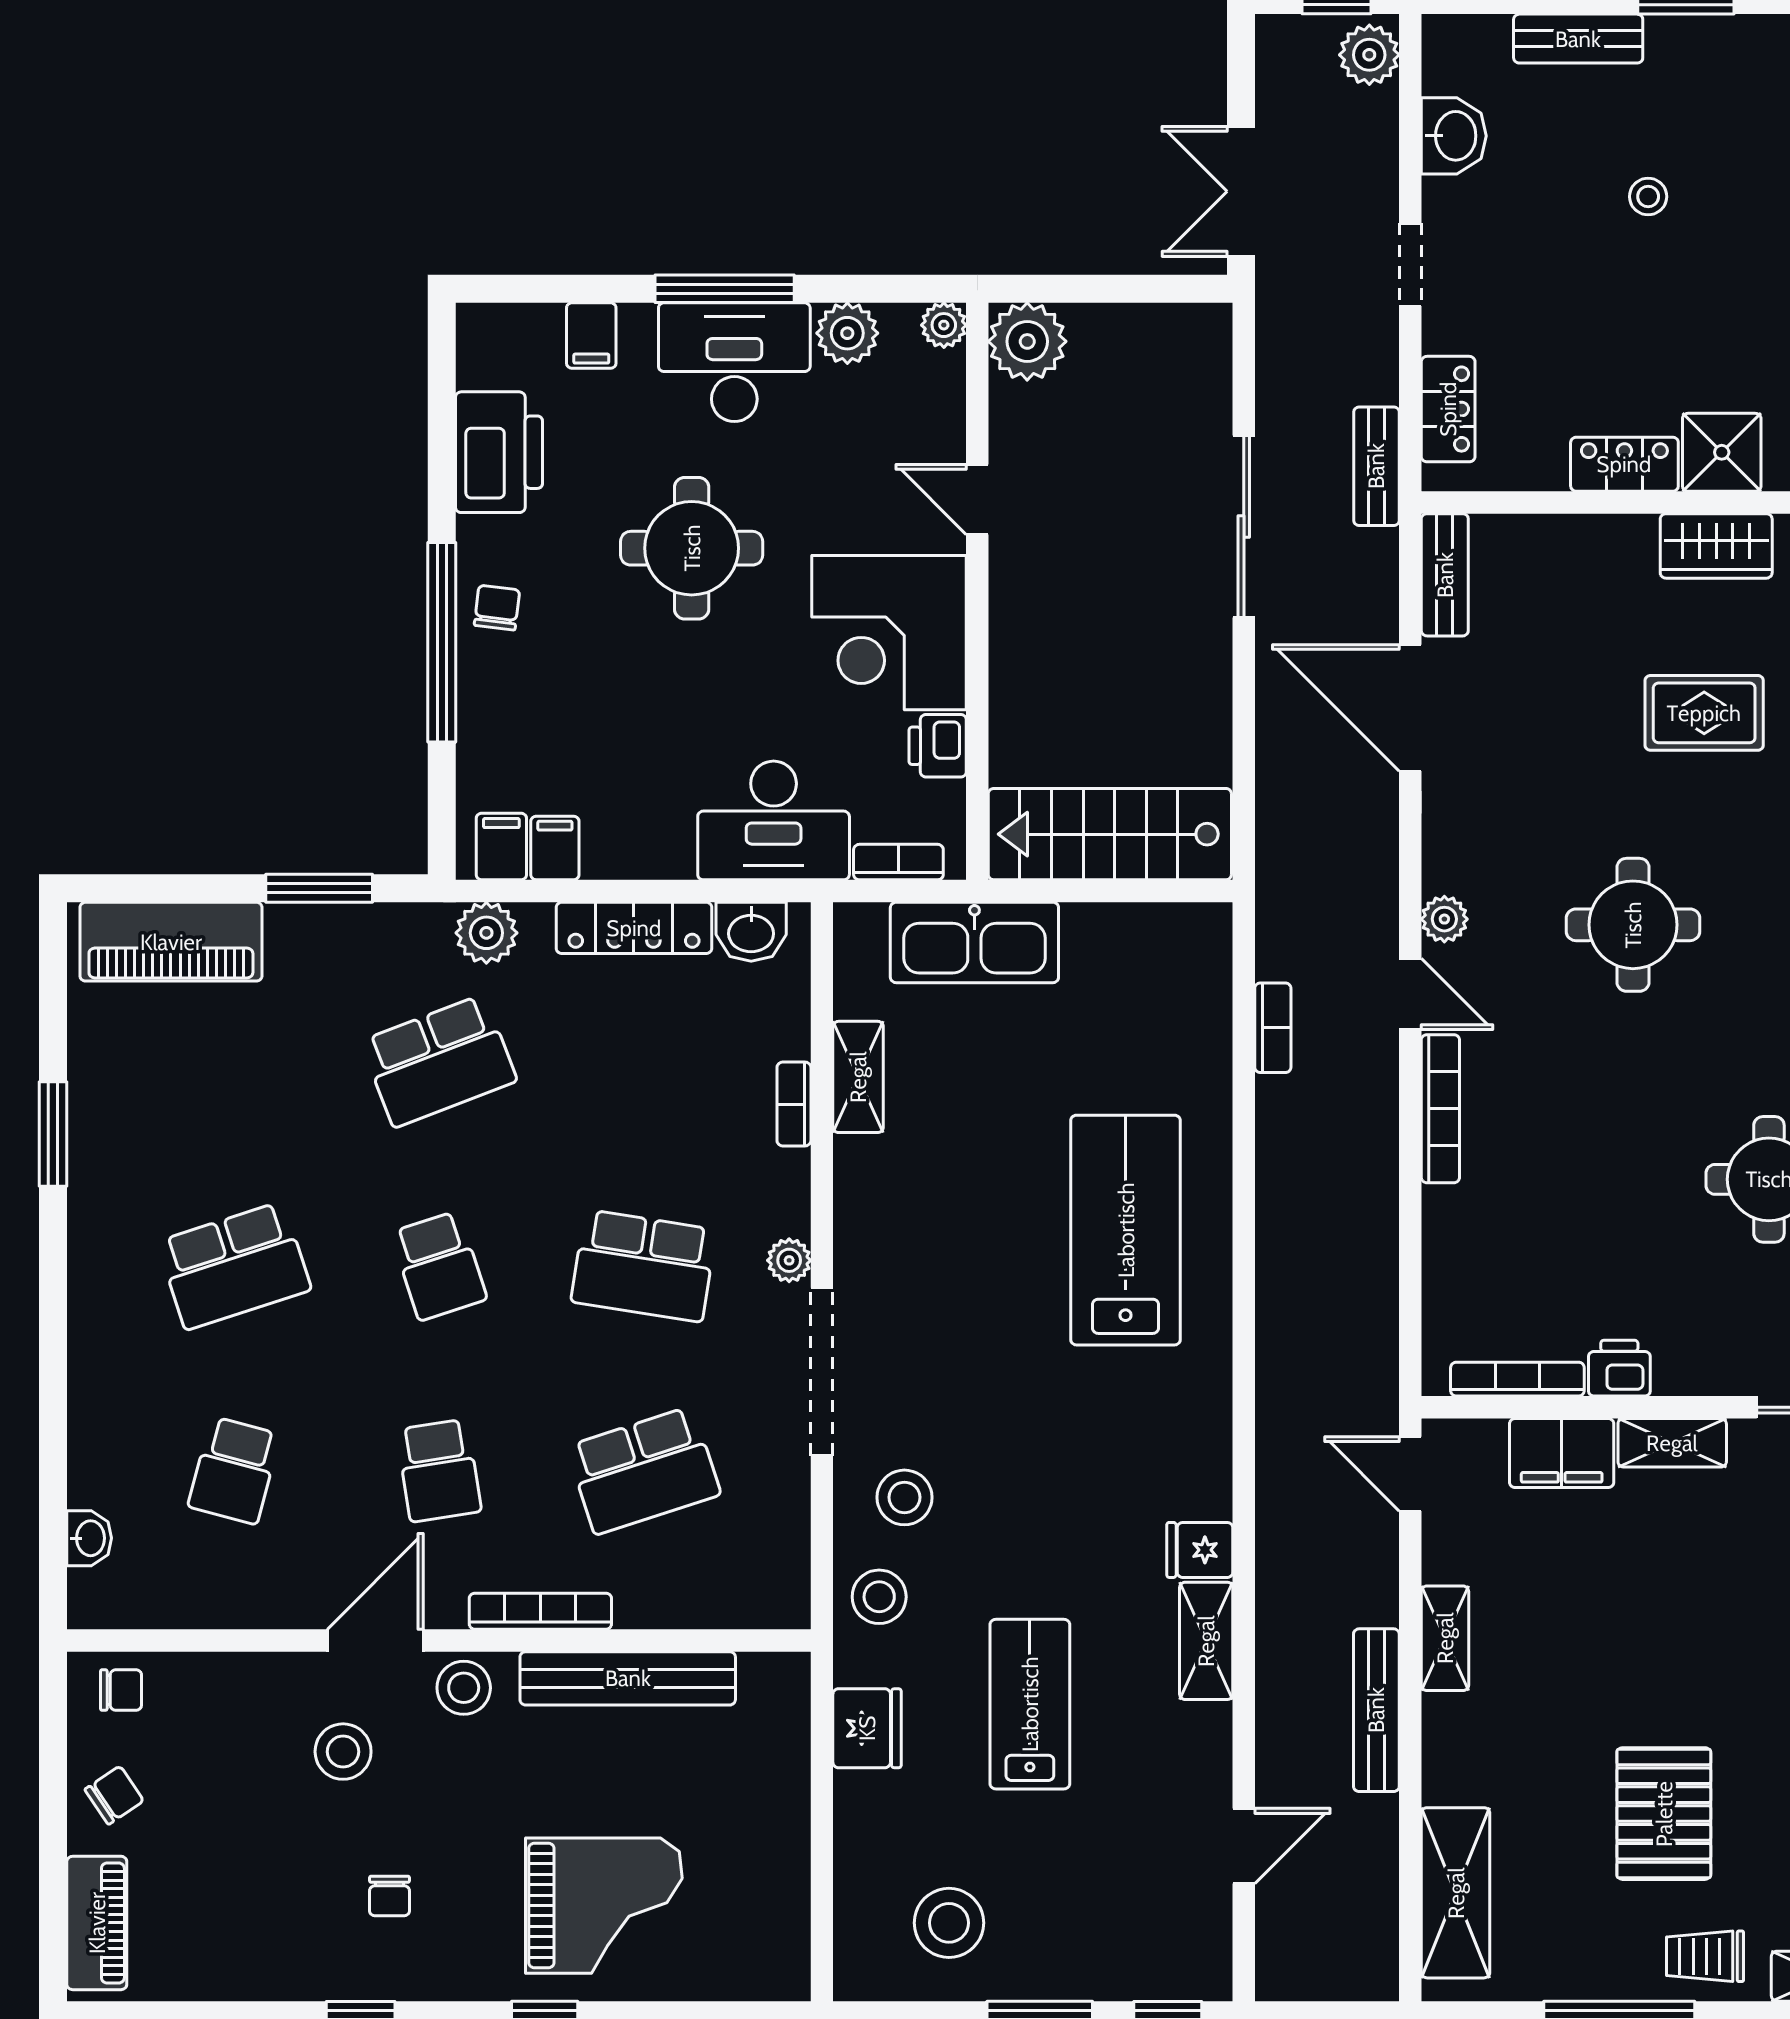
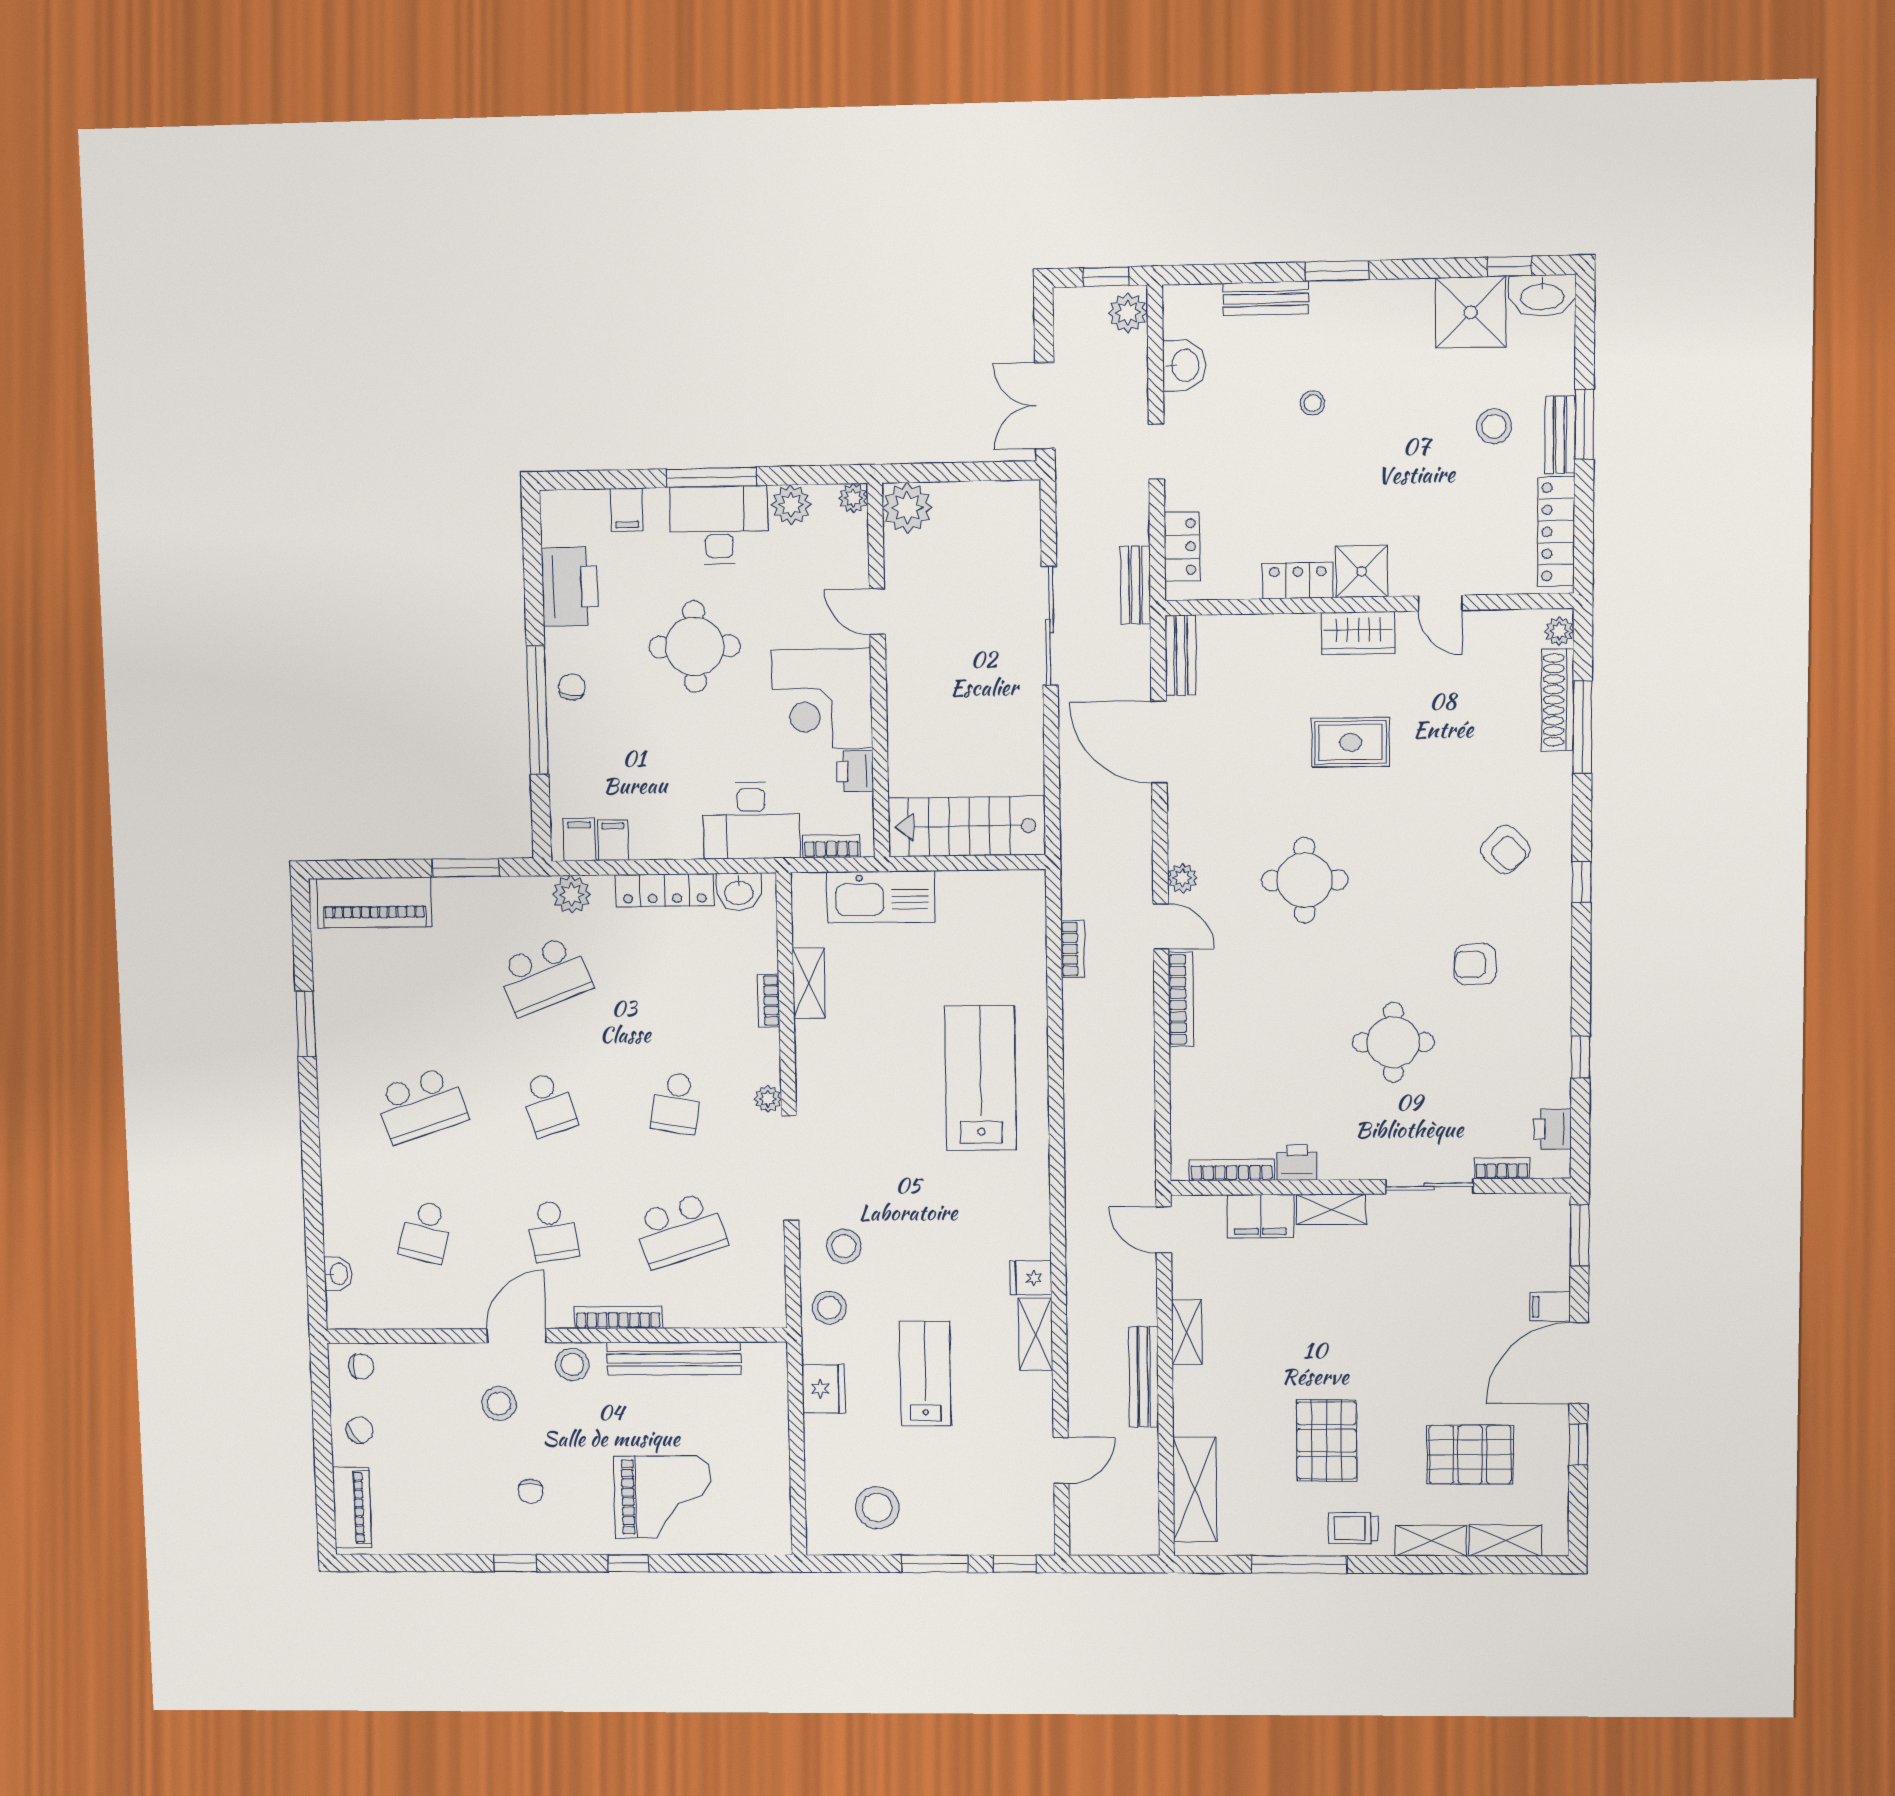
school desk: (644, 1266) -> (677, 1103), width x0.54

